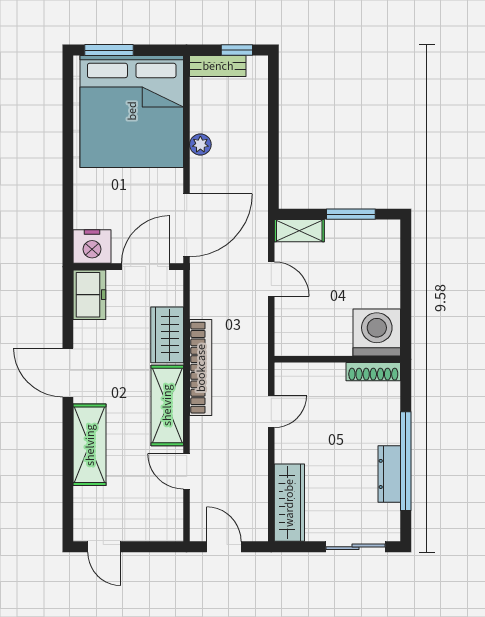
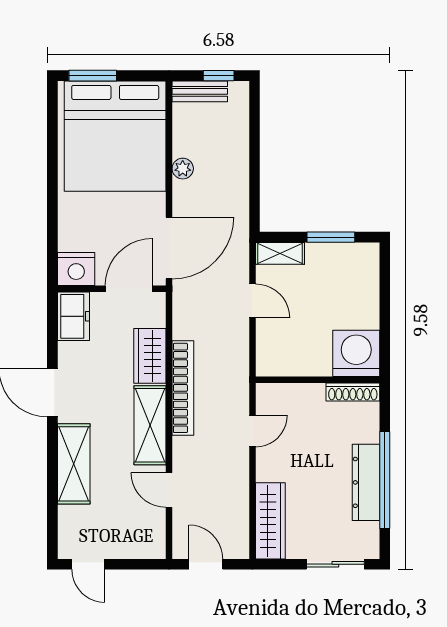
dresser: (389, 474) -> (366, 482), width x1.37, depth x1.24

